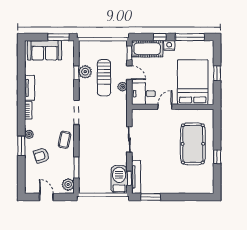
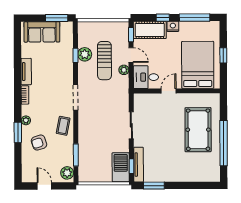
window: (217, 157) -> (224, 143), width x3.17

